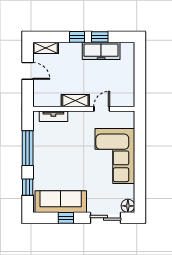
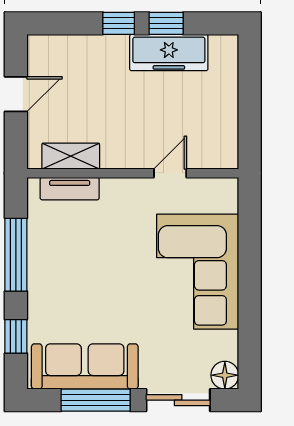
shelving: (46, 48) -> (54, 46), removed
door: (28, 71) -> (16, 94), hinge flipped
shelving: (75, 101) -> (71, 156), moved
window: (66, 218) -> (96, 400), width x2.17

